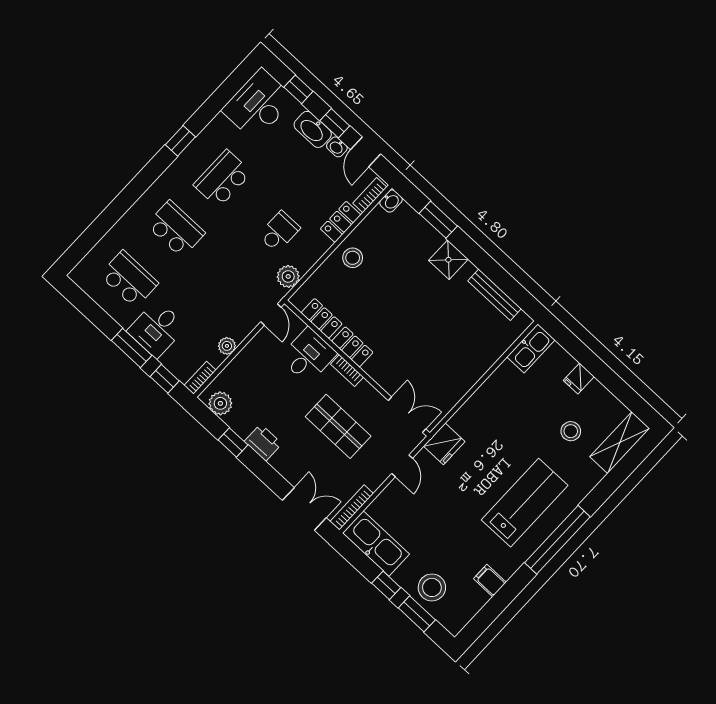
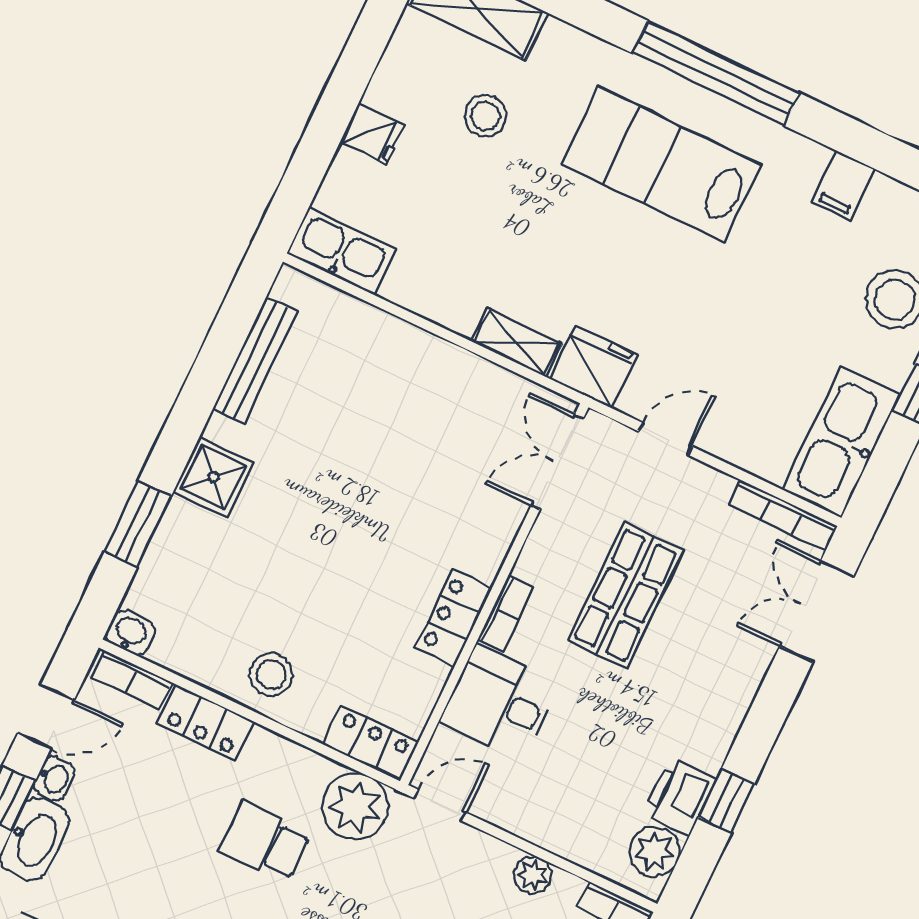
plant: (288, 276) -> (355, 806), width x1.36, depth x1.36
locker: (322, 318) -> (371, 743), moved, turned 90
shelving: (466, 413) -> (517, 342), added
printer: (263, 443) -> (680, 796), moved

